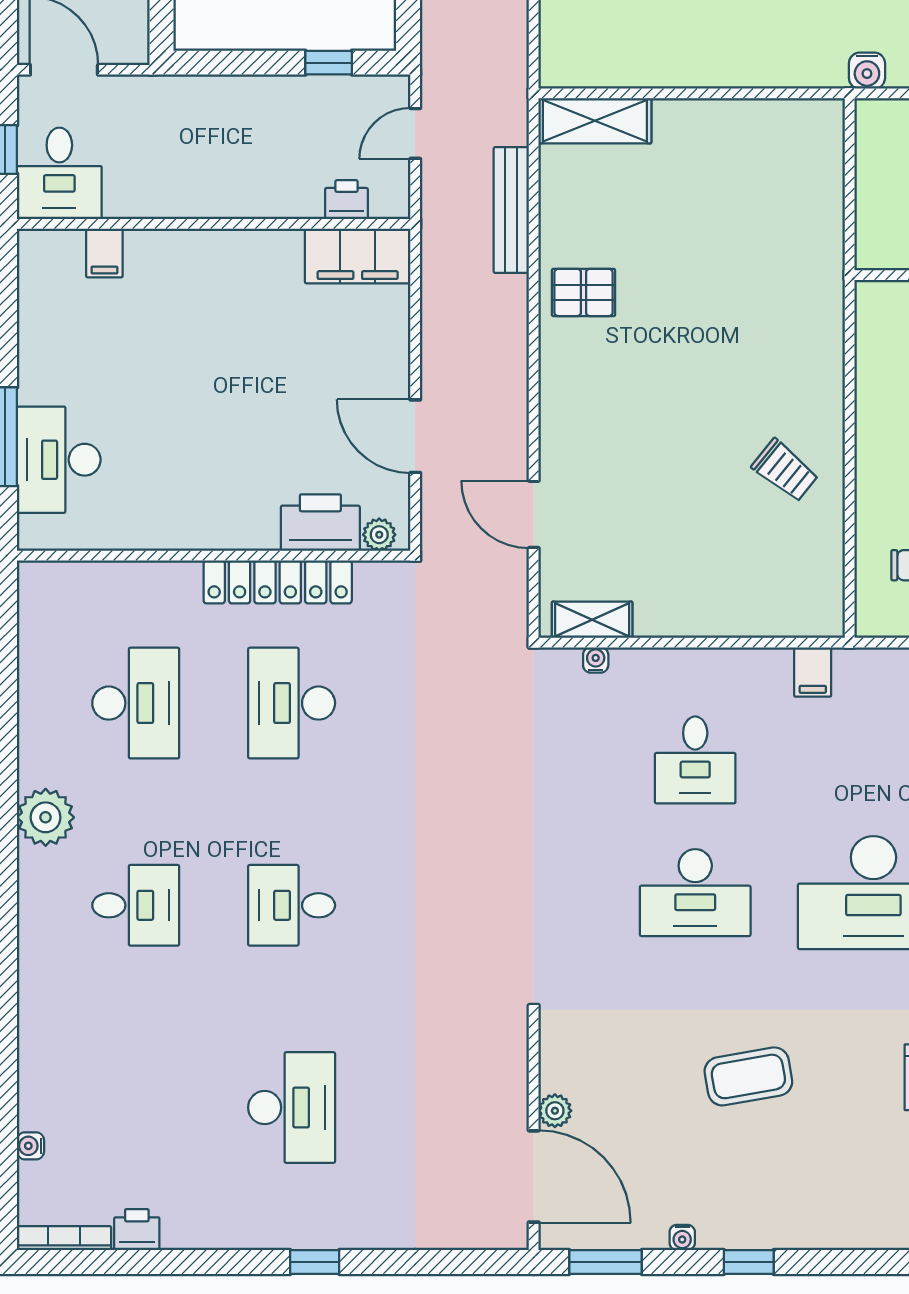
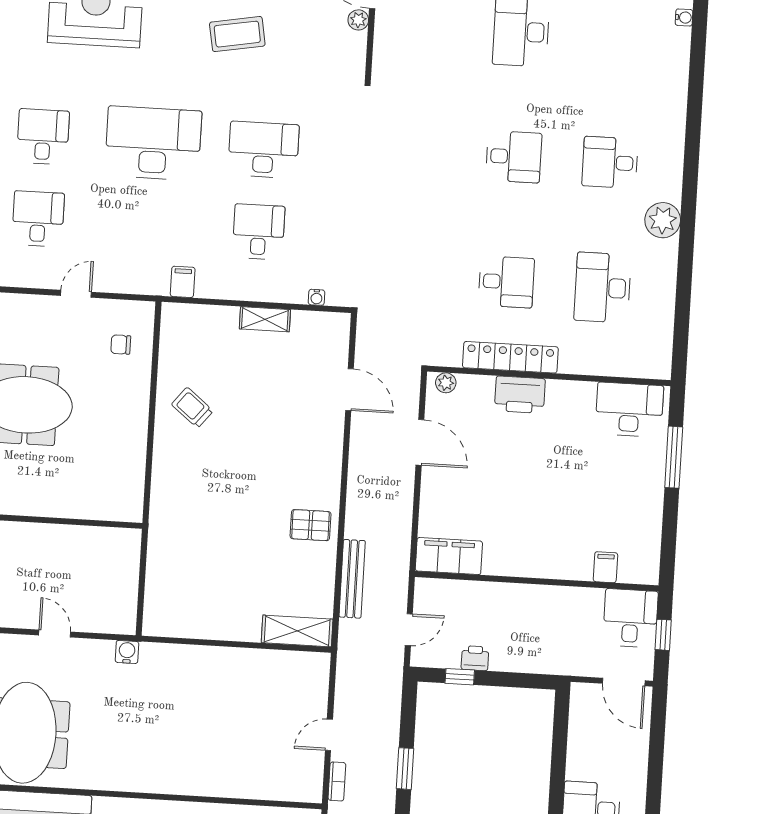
printer: (346, 200) -> (475, 658), moved, turned 180
desk: (59, 460) -> (629, 410), moved, turned -90
printer: (320, 523) -> (520, 395), moved
shelving: (592, 620) -> (265, 319), moved
desk: (292, 703) -> (506, 282), width x0.73

